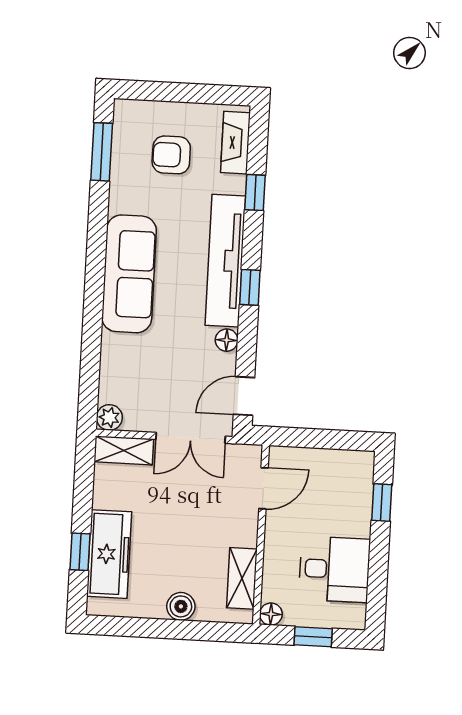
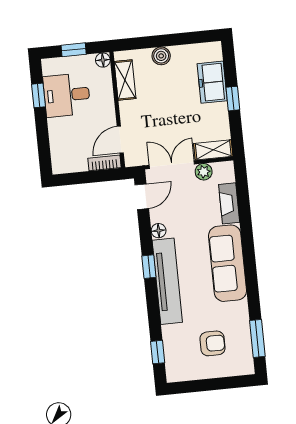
fireplace: (235, 143) -> (229, 203), moved, turned 180
window: (255, 193) -> (158, 352), moved
plant: (109, 417) -> (204, 172), moved
bookcase: (293, 456) -> (104, 163), added
window: (382, 503) -> (38, 95), moved
window: (80, 552) -> (233, 99), moved
freezer: (109, 554) -> (212, 82), width x0.71

